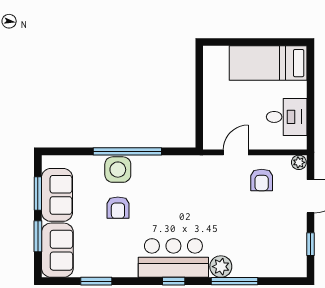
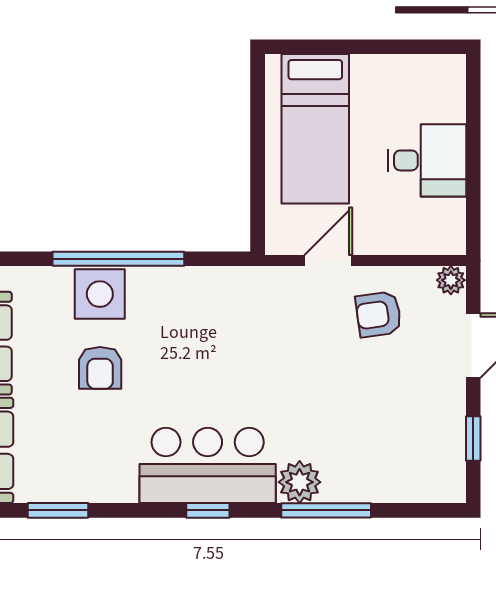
bed: (268, 63) -> (315, 129), moved, turned -90
desk: (287, 117) -> (427, 160), moved
armchair: (262, 180) -> (379, 314), turned 82

